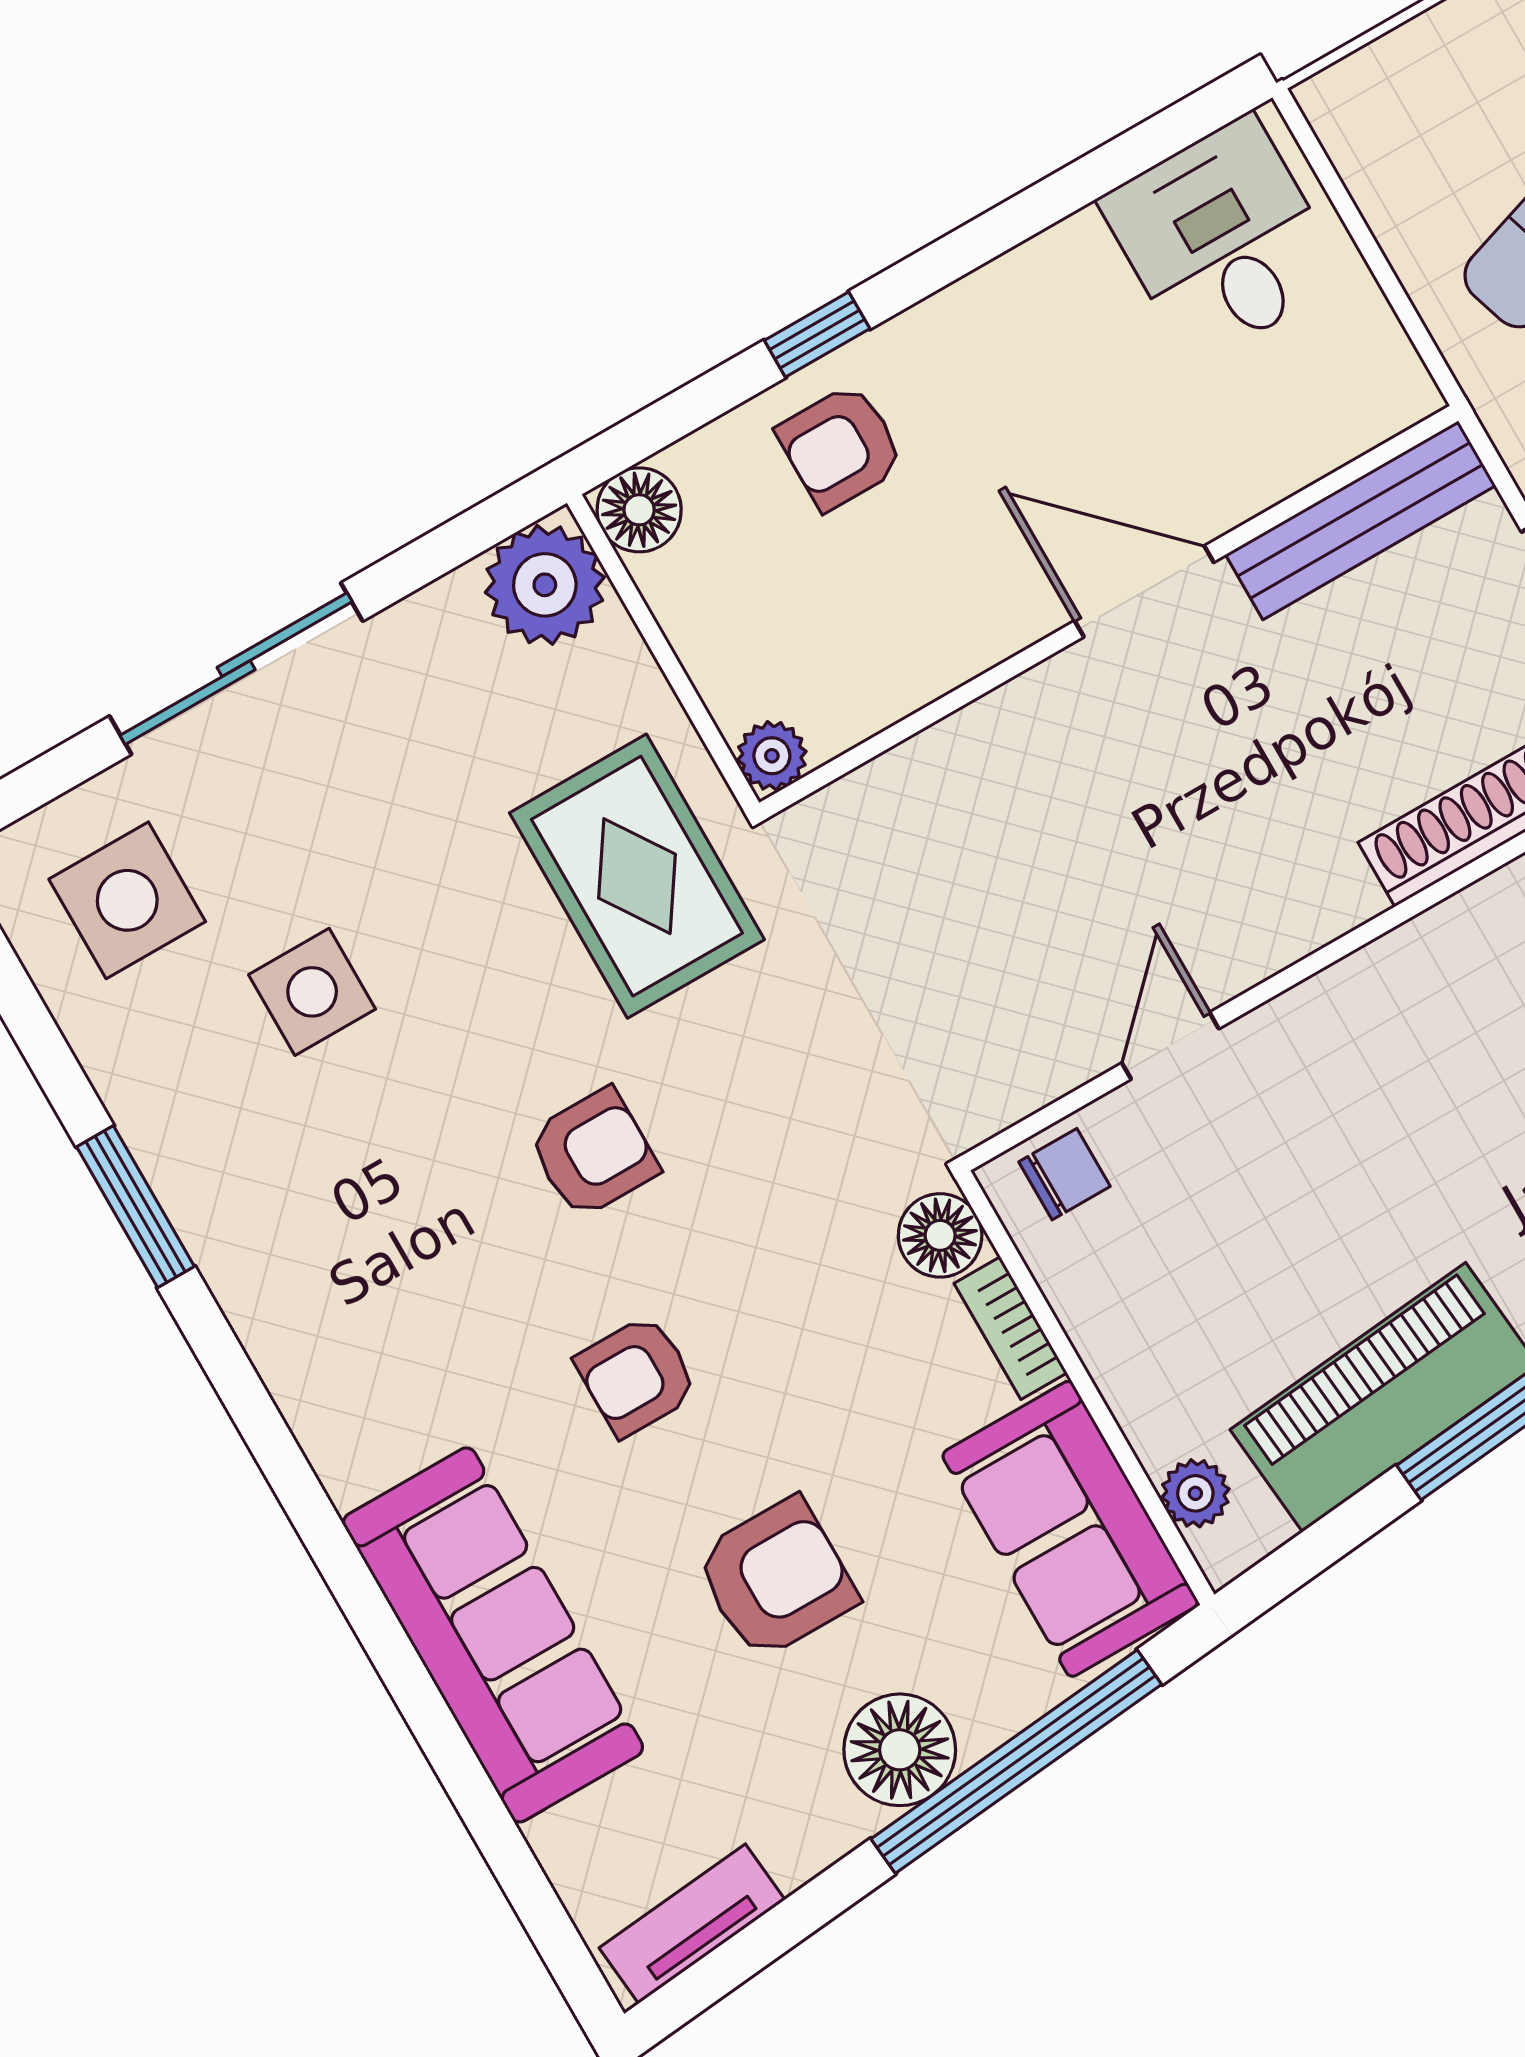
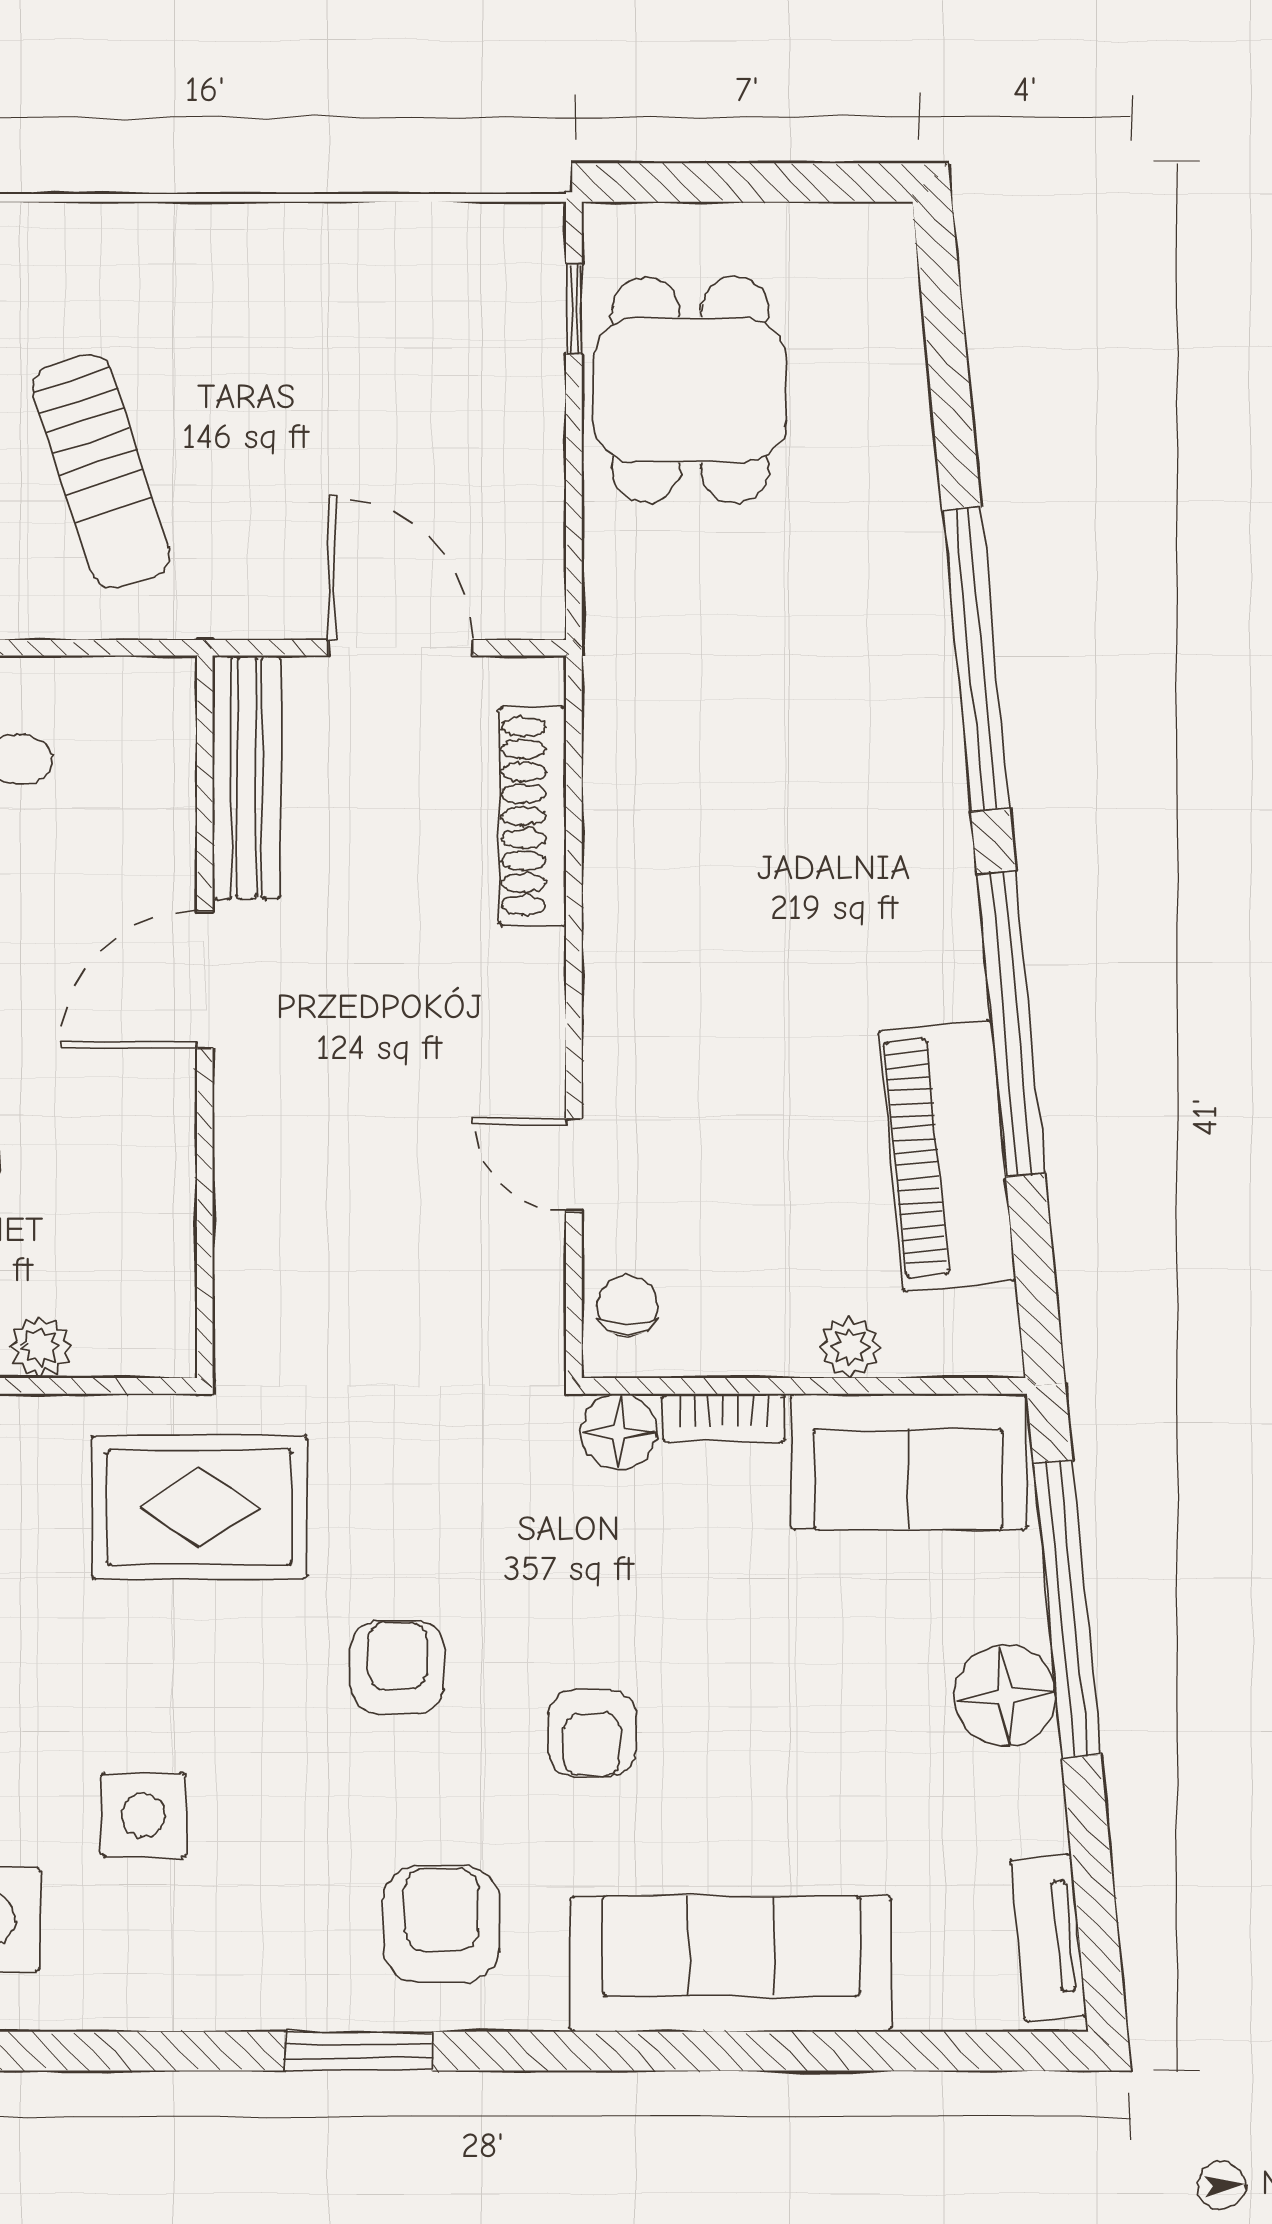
plant: (772, 756) -> (40, 1347), moved
window: (136, 1207) -> (359, 2051), moved
plant: (1195, 1493) -> (849, 1347), moved
armchair: (776, 1578) -> (441, 1924), moved

